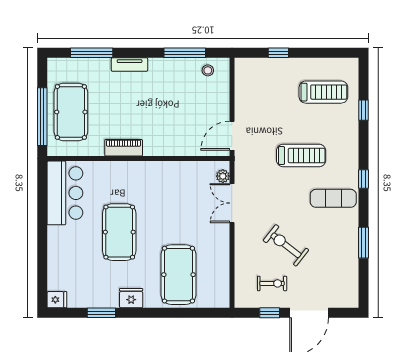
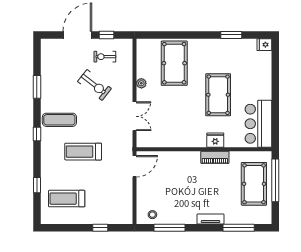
plant: (223, 176) -> (141, 83), moved
fridge: (131, 298) -> (215, 140), moved, turned 180

